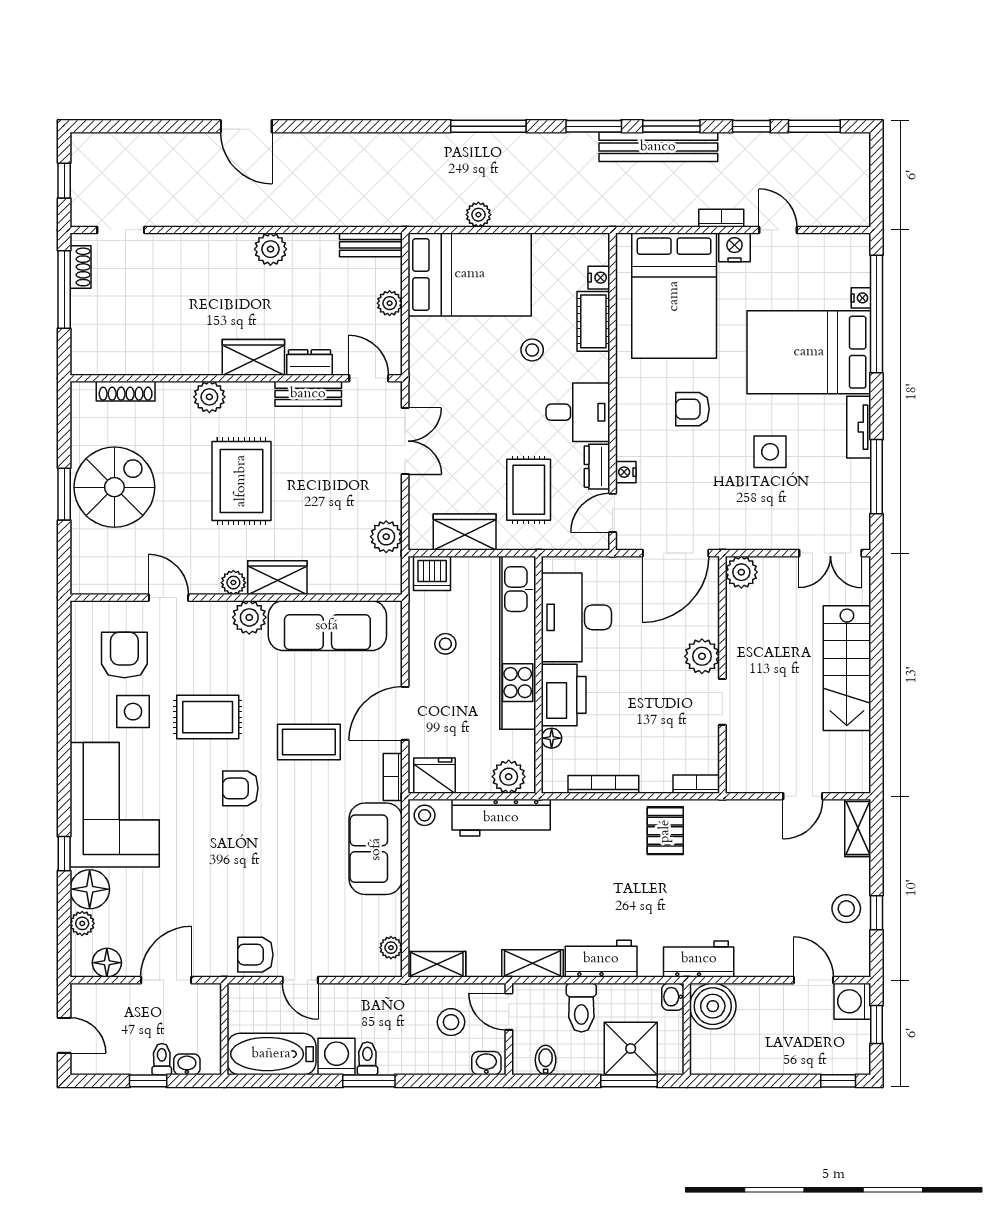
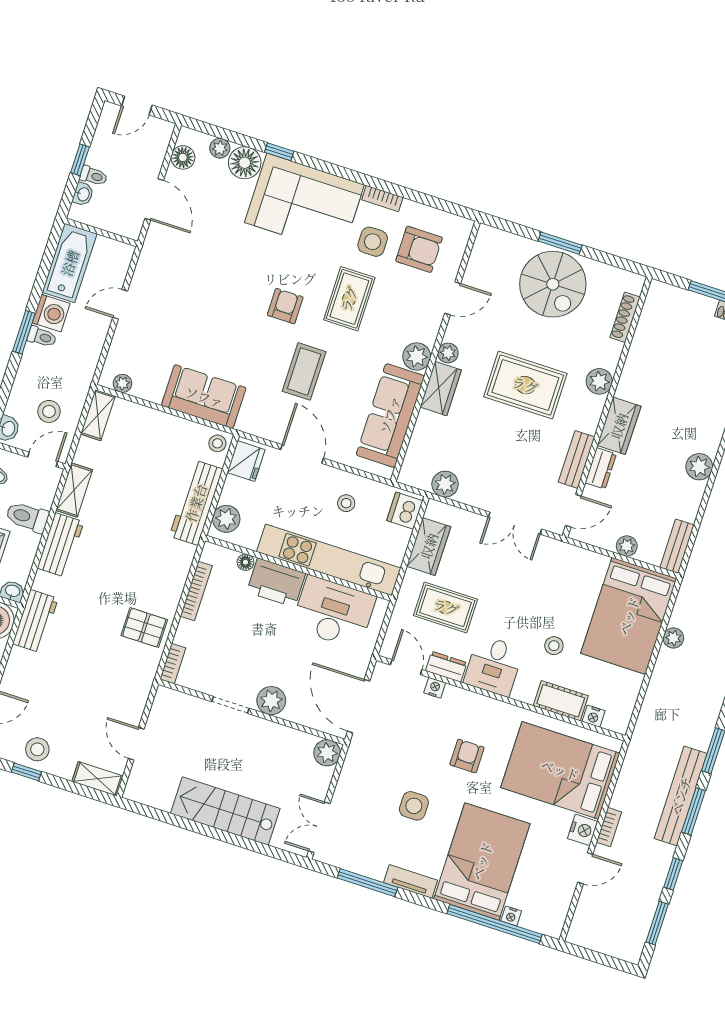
bookcase: (393, 777) -> (382, 199), moved, turned 180
armchair: (255, 955) -> (152, 276), removed

